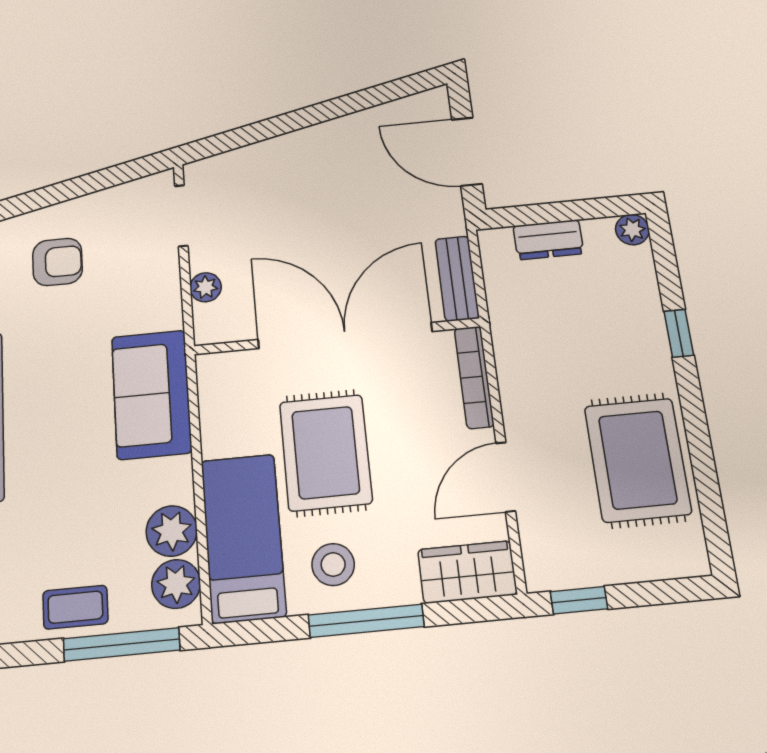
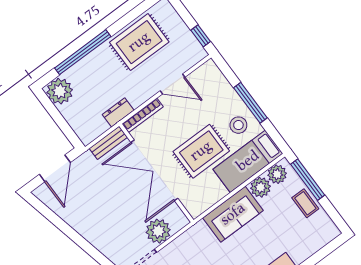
plant: (632, 230) -> (60, 91), width x1.88, depth x1.88
dresser: (548, 240) -> (118, 112), moved, turned -90
plant: (206, 287) -> (158, 231), width x1.88, depth x1.88
window: (679, 333) -> (83, 52), width x3.17
sofa: (151, 394) -> (233, 214), moved
wardrobe: (467, 572) -> (214, 78), removed

